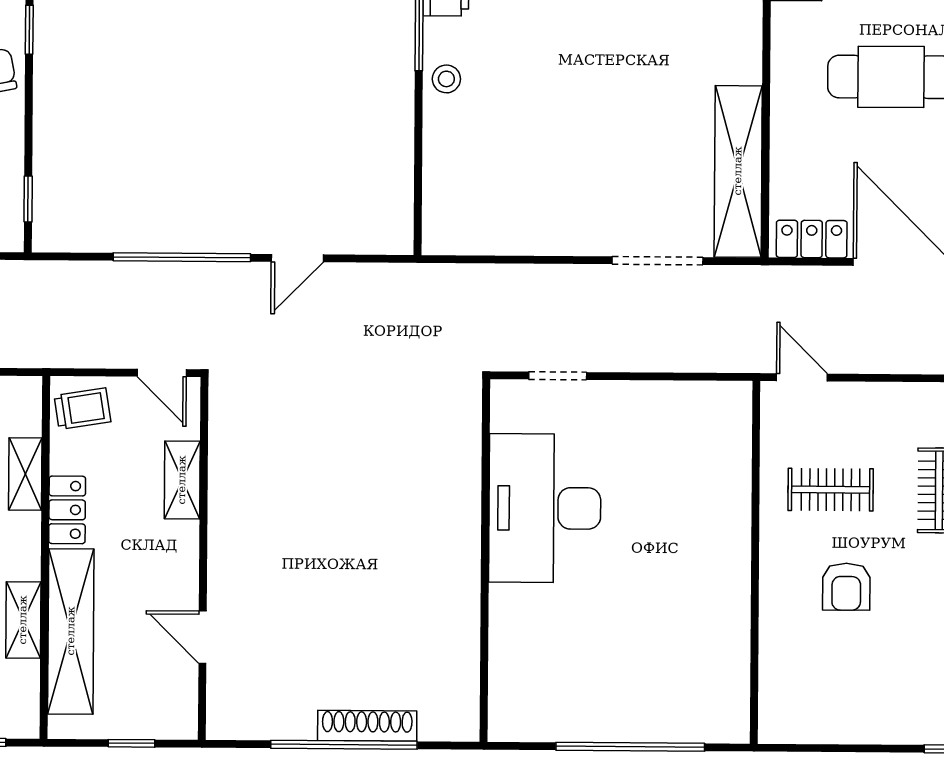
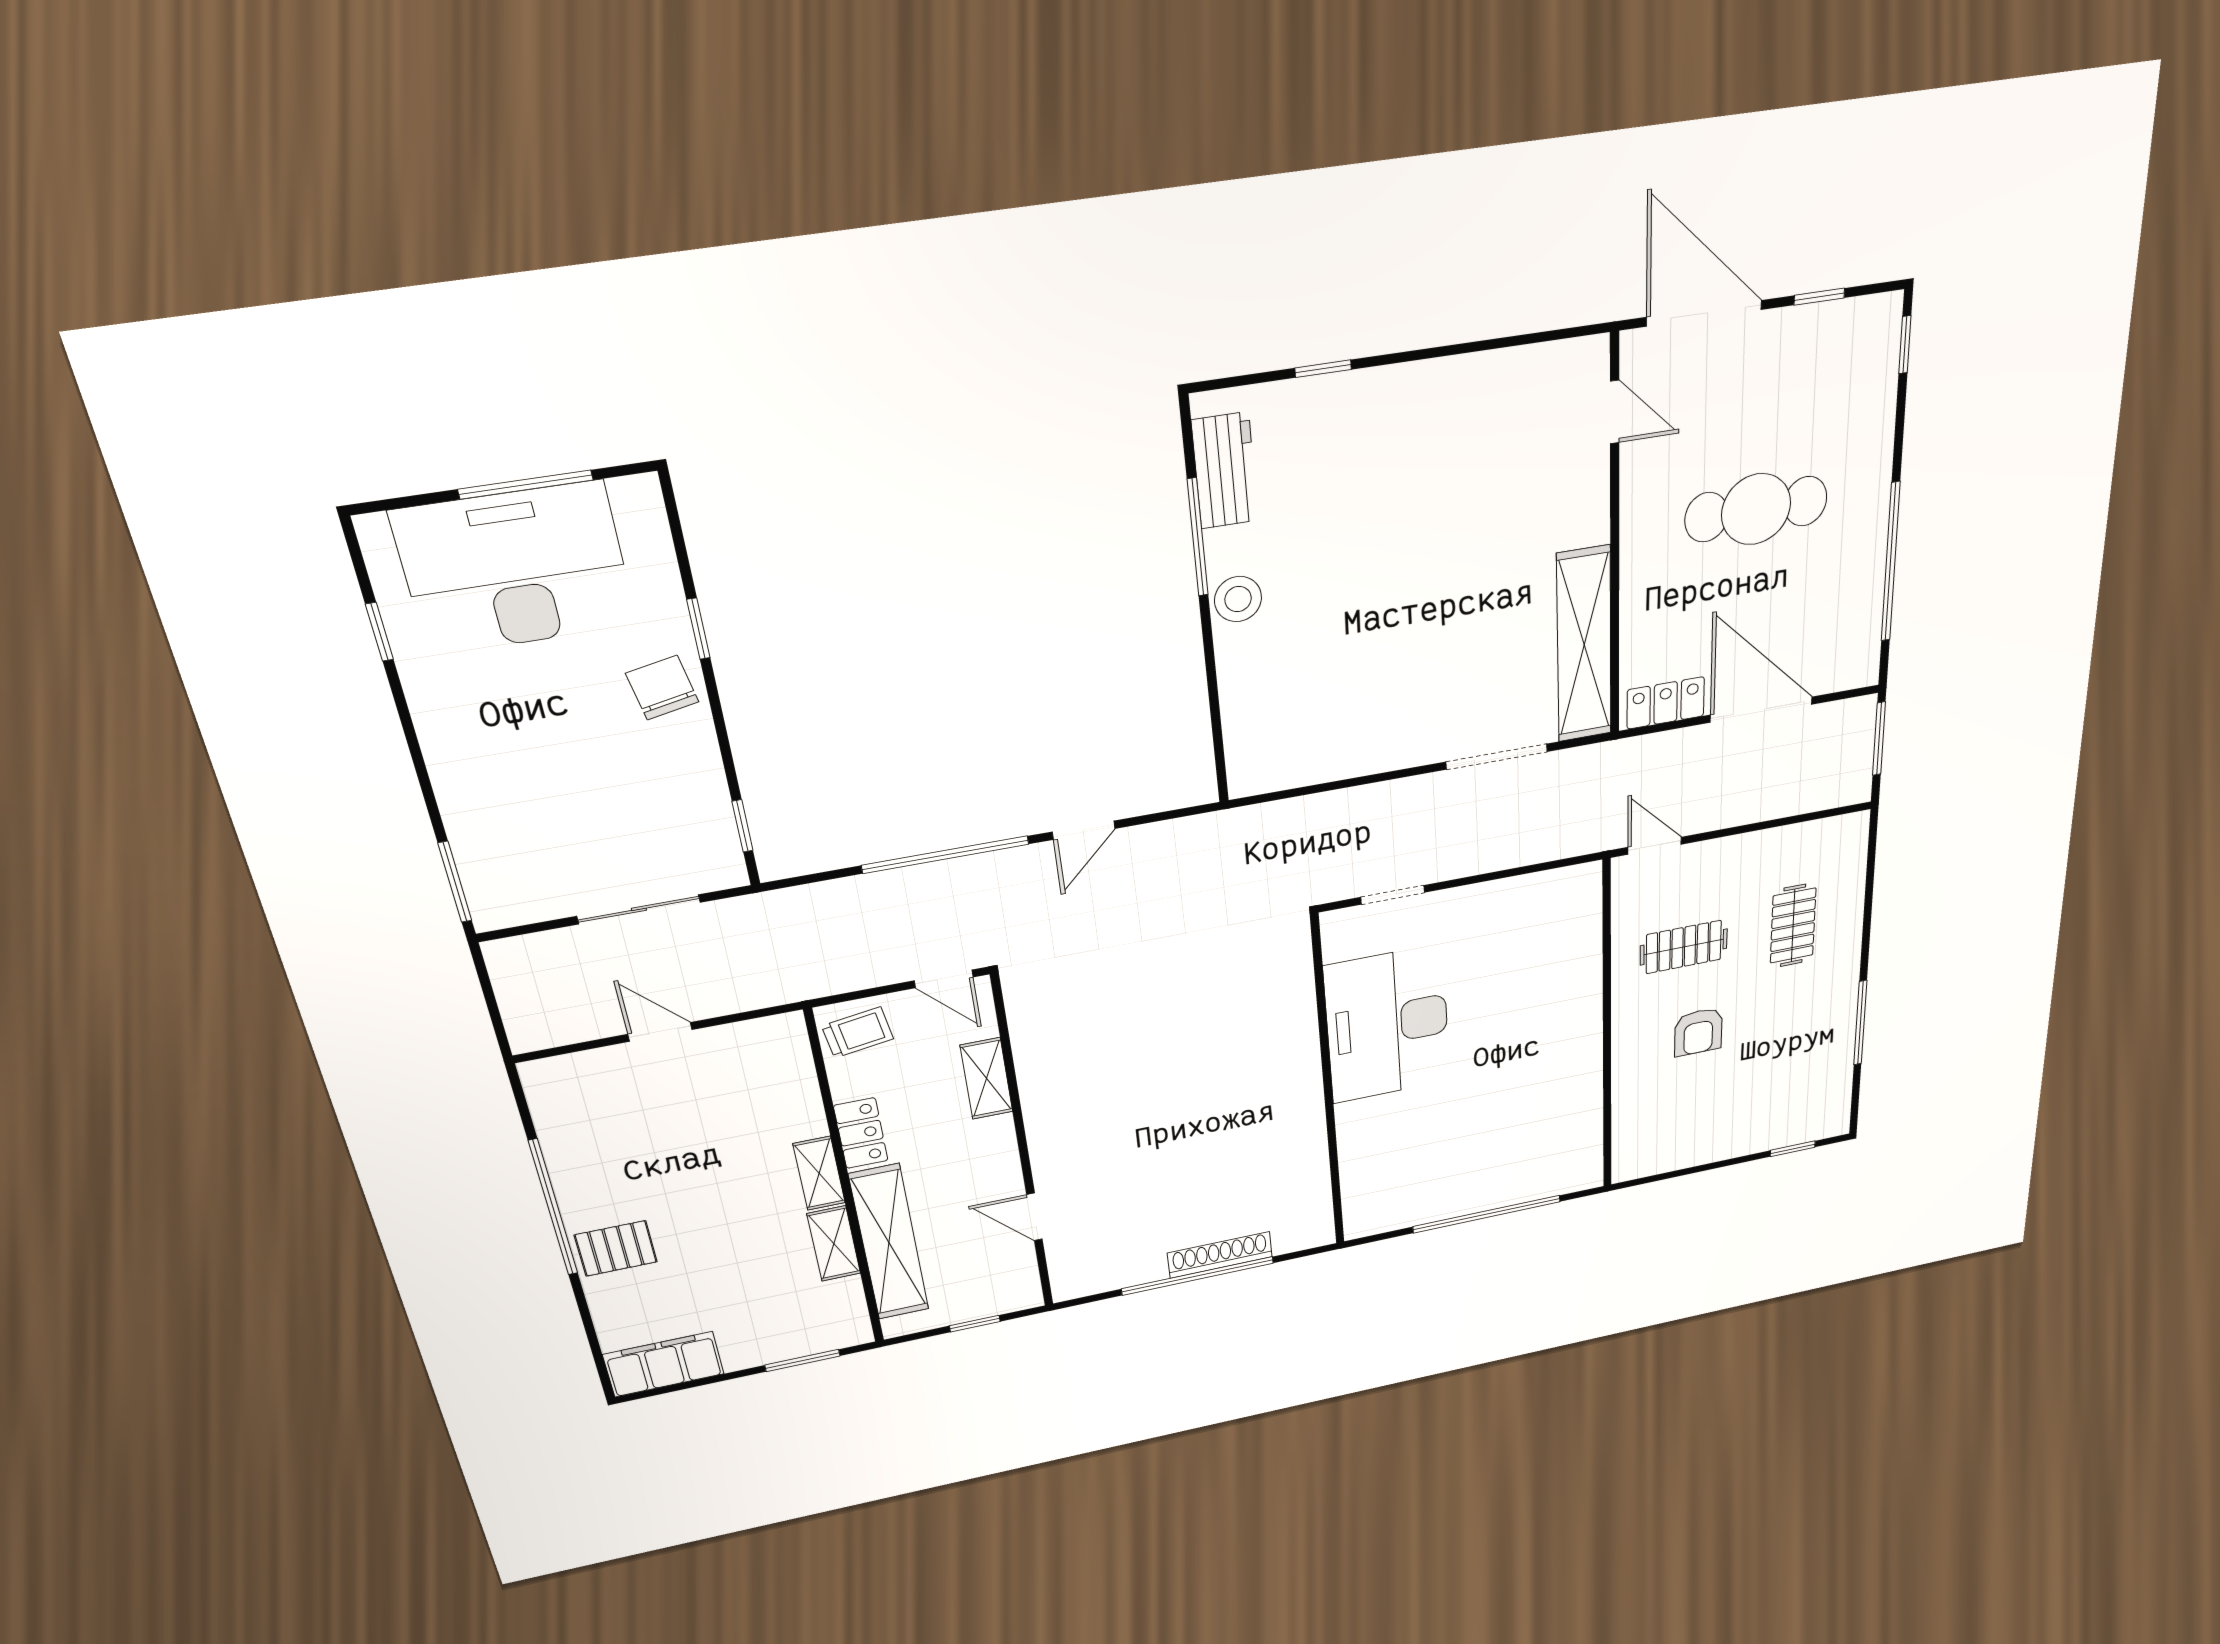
stool: (446, 79) -> (1238, 599), width x1.37, depth x1.37
shelving: (25, 474) -> (819, 1173), moved

